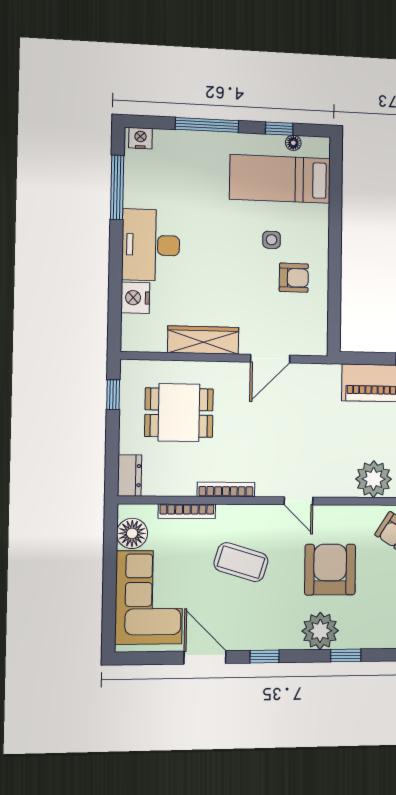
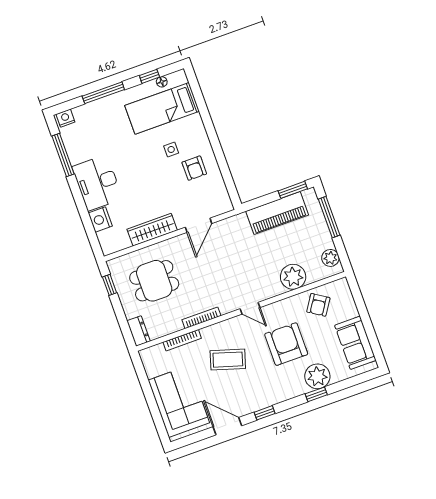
armchair: (294, 278) -> (194, 168), turned 90
floor lamp: (132, 533) -> (154, 366), removed
plant: (320, 631) -> (317, 376), moved

